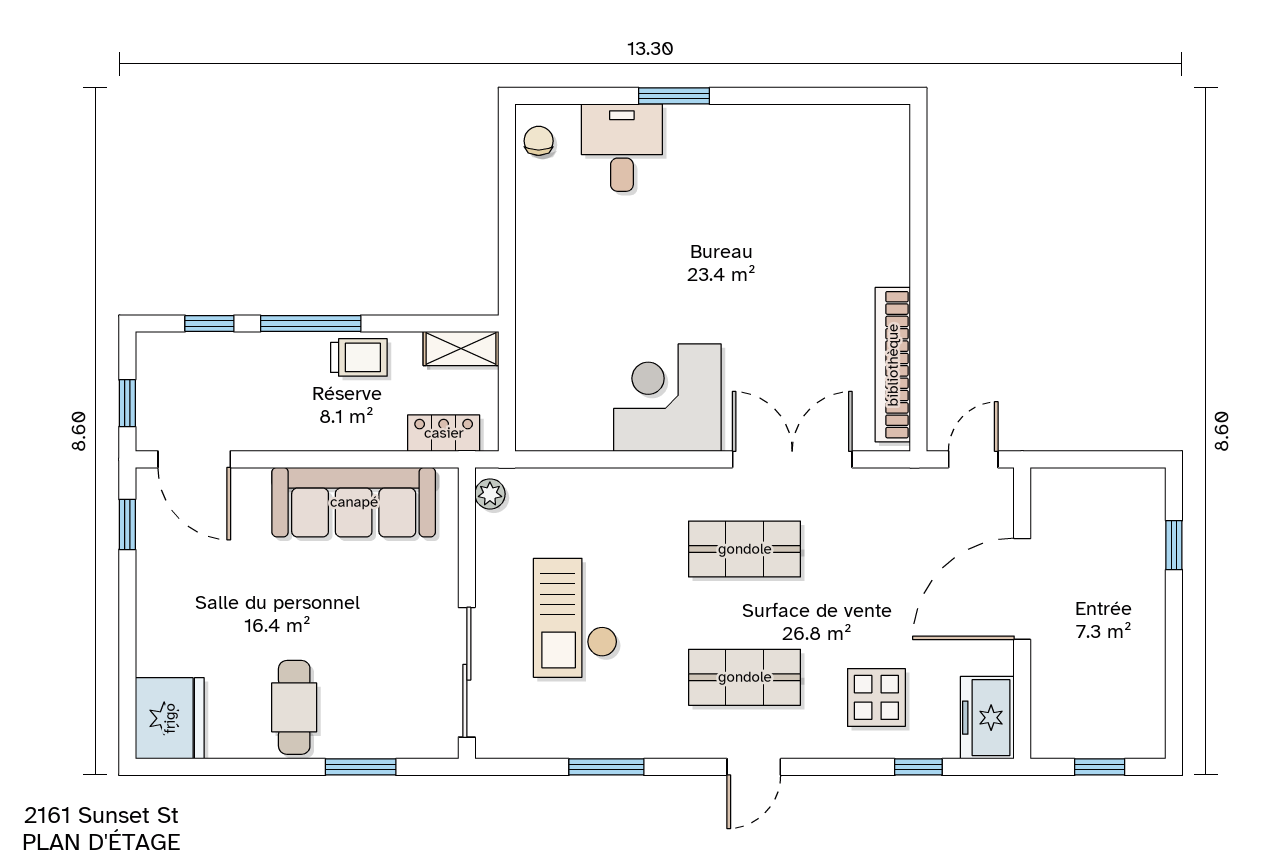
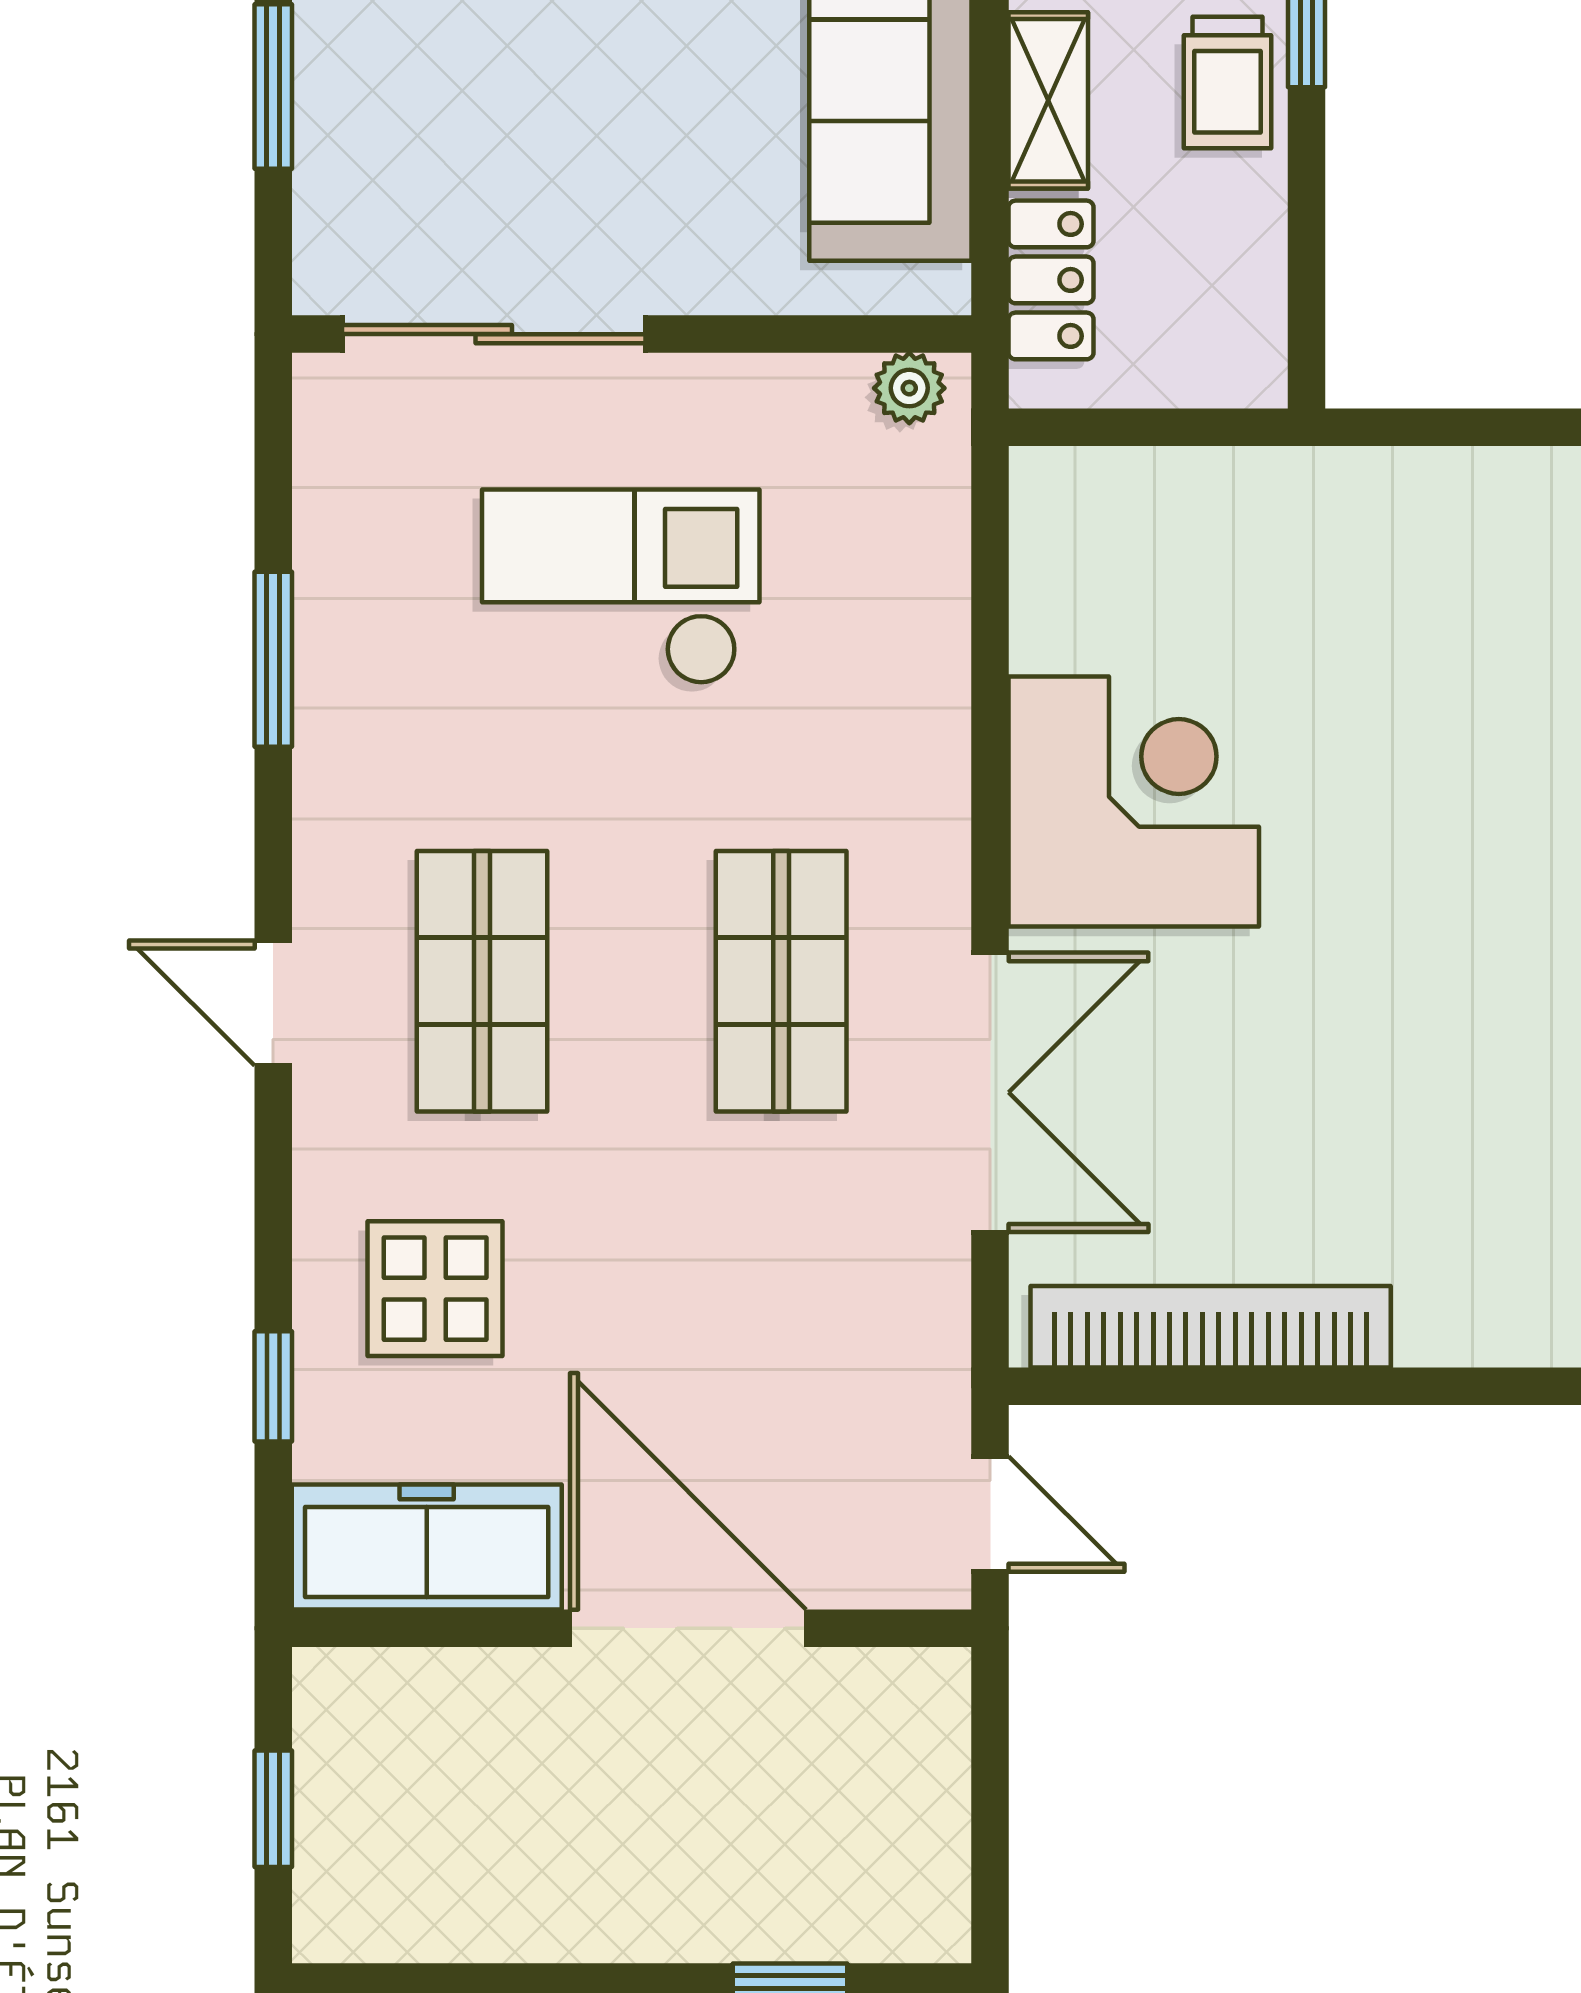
shelving: (461, 349) -> (1048, 100), moved
freezer: (987, 718) -> (427, 1547), width x1.40

